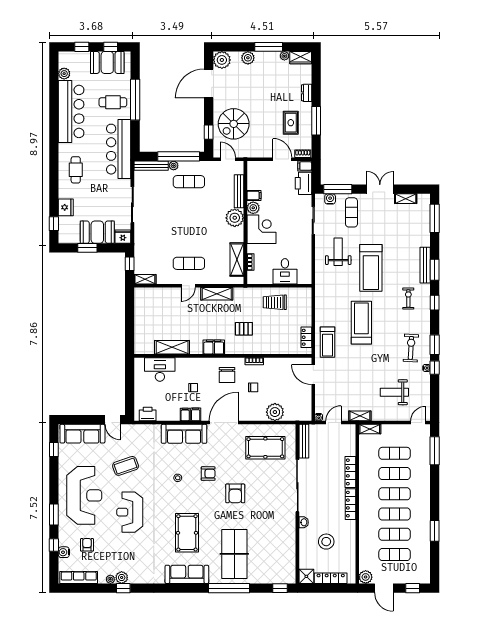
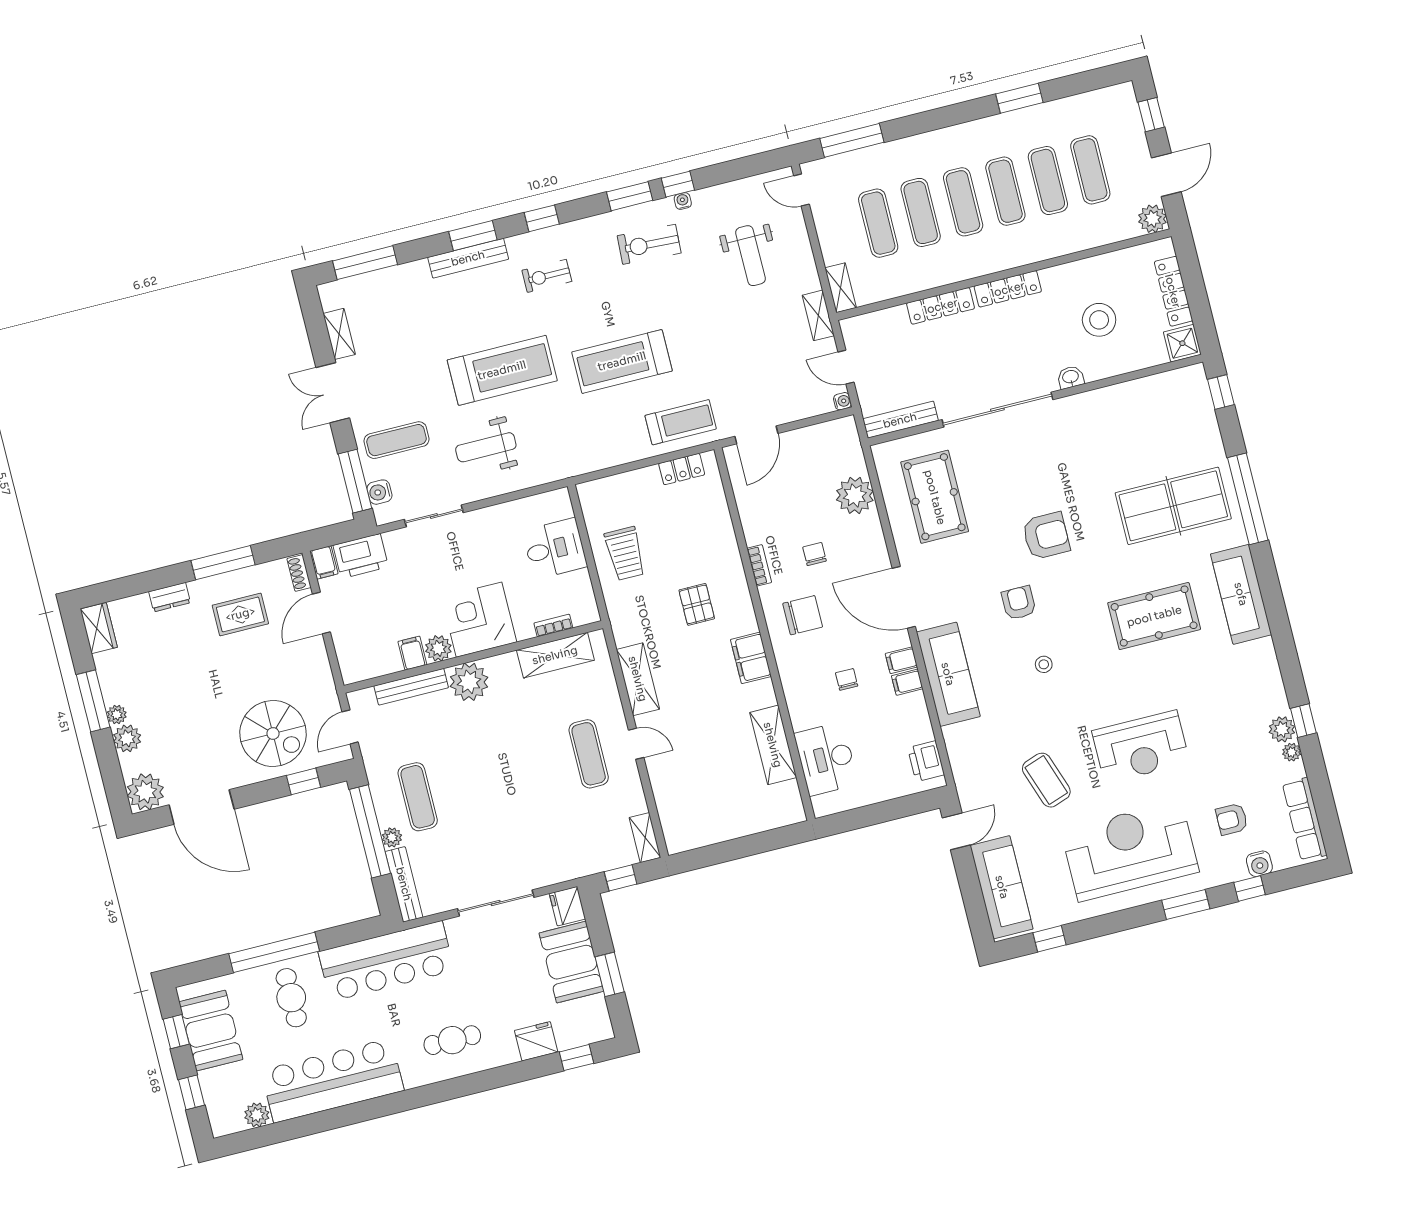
plant: (284, 56) -> (117, 715), moved

